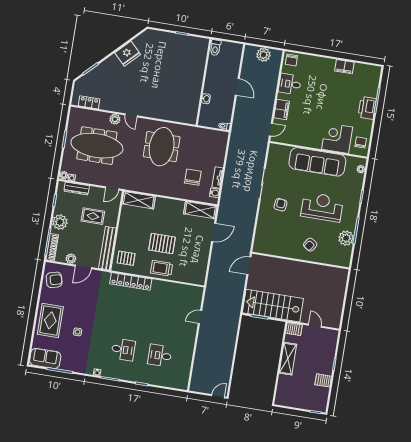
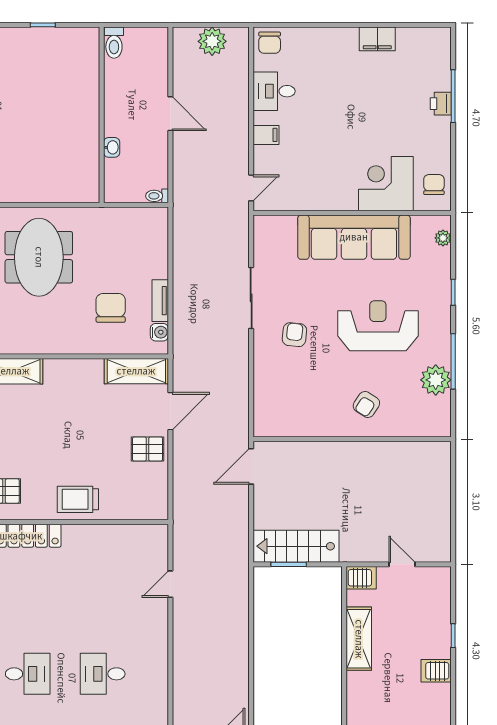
printer: (367, 108) -> (441, 104), width x0.53, depth x0.68
filing cabinet: (282, 110) -> (266, 135), width x0.50
pallet: (162, 244) -> (147, 449), moved, width x0.67, depth x0.71
stairs: (273, 306) -> (296, 546), width x0.73, depth x0.66

